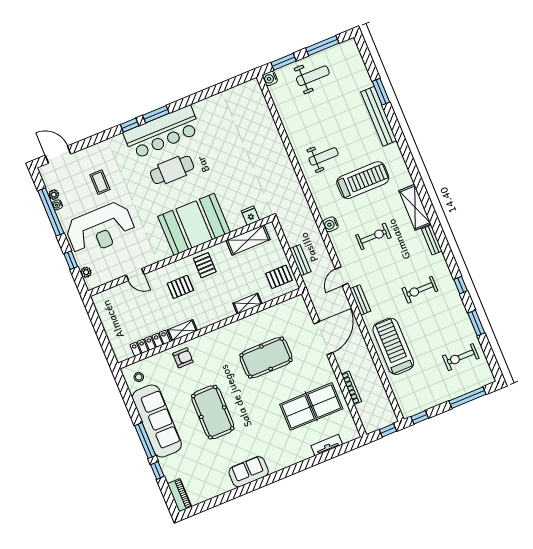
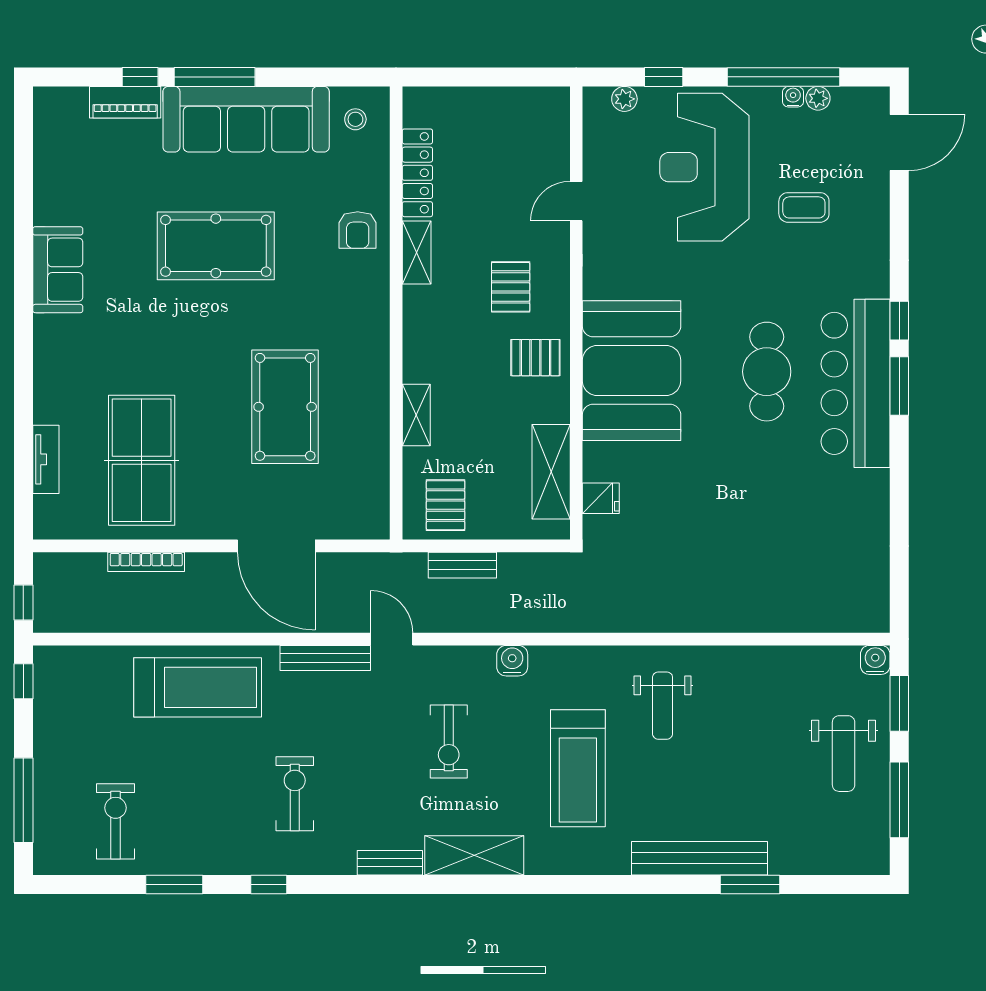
bench: (360, 300) -> (325, 658), width x1.36
piano: (179, 495) -> (125, 102), moved

